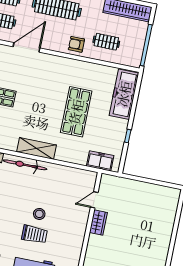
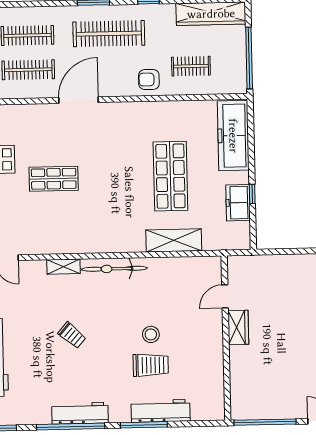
shelving: (36, 148) -> (174, 240), moved
freezer: (100, 161) -> (238, 203), moved, turned -90

